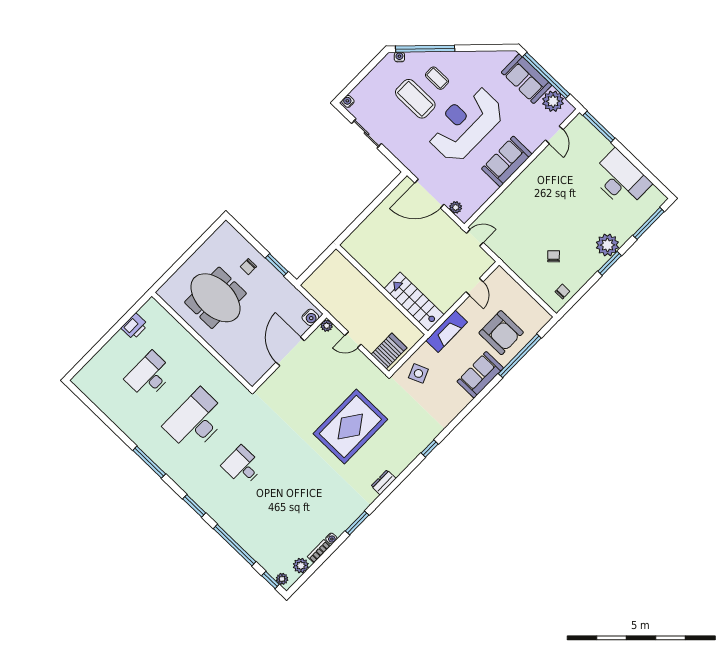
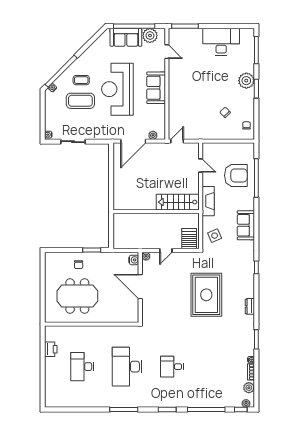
sofa: (480, 375) -> (246, 225), moved

